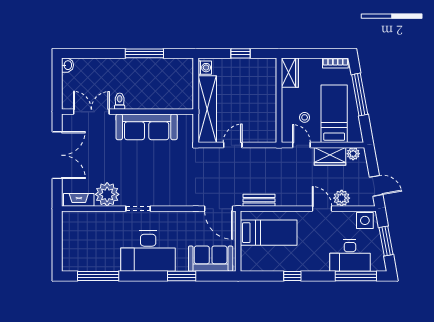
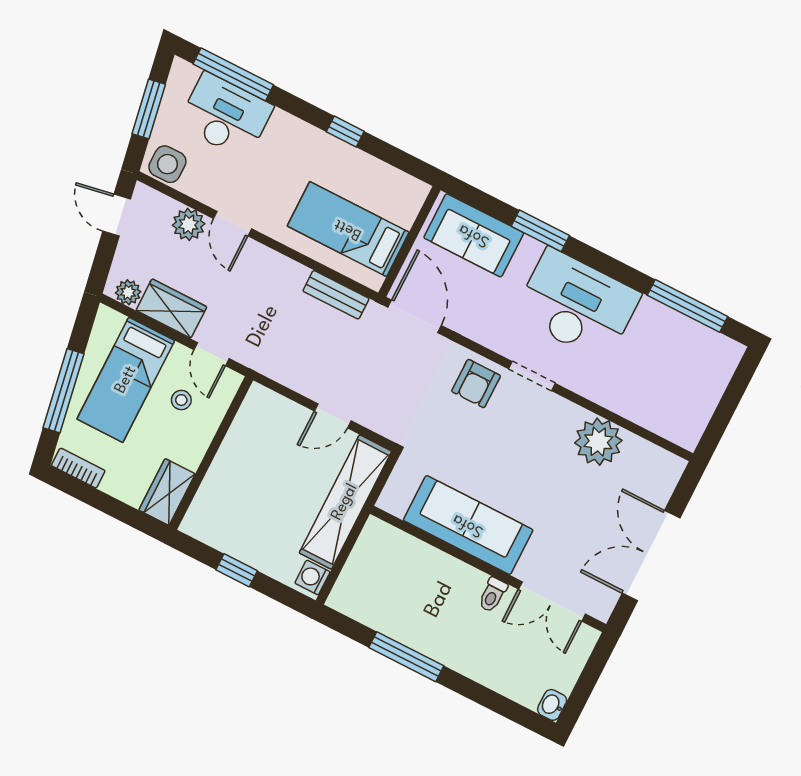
armchair: (176, 192) -> (476, 384), added
fireplace: (79, 200) -> (653, 457), removed
doorway: (138, 209) -> (532, 376), moved

